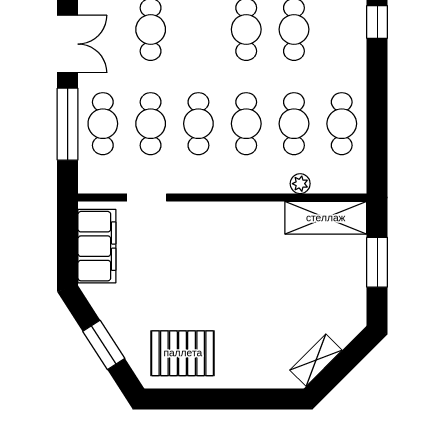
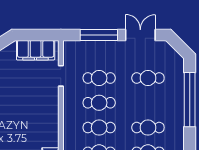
double door: (68, 44) -> (140, 35), swing flipped
cafe table: (103, 124) -> (99, 53), removed

